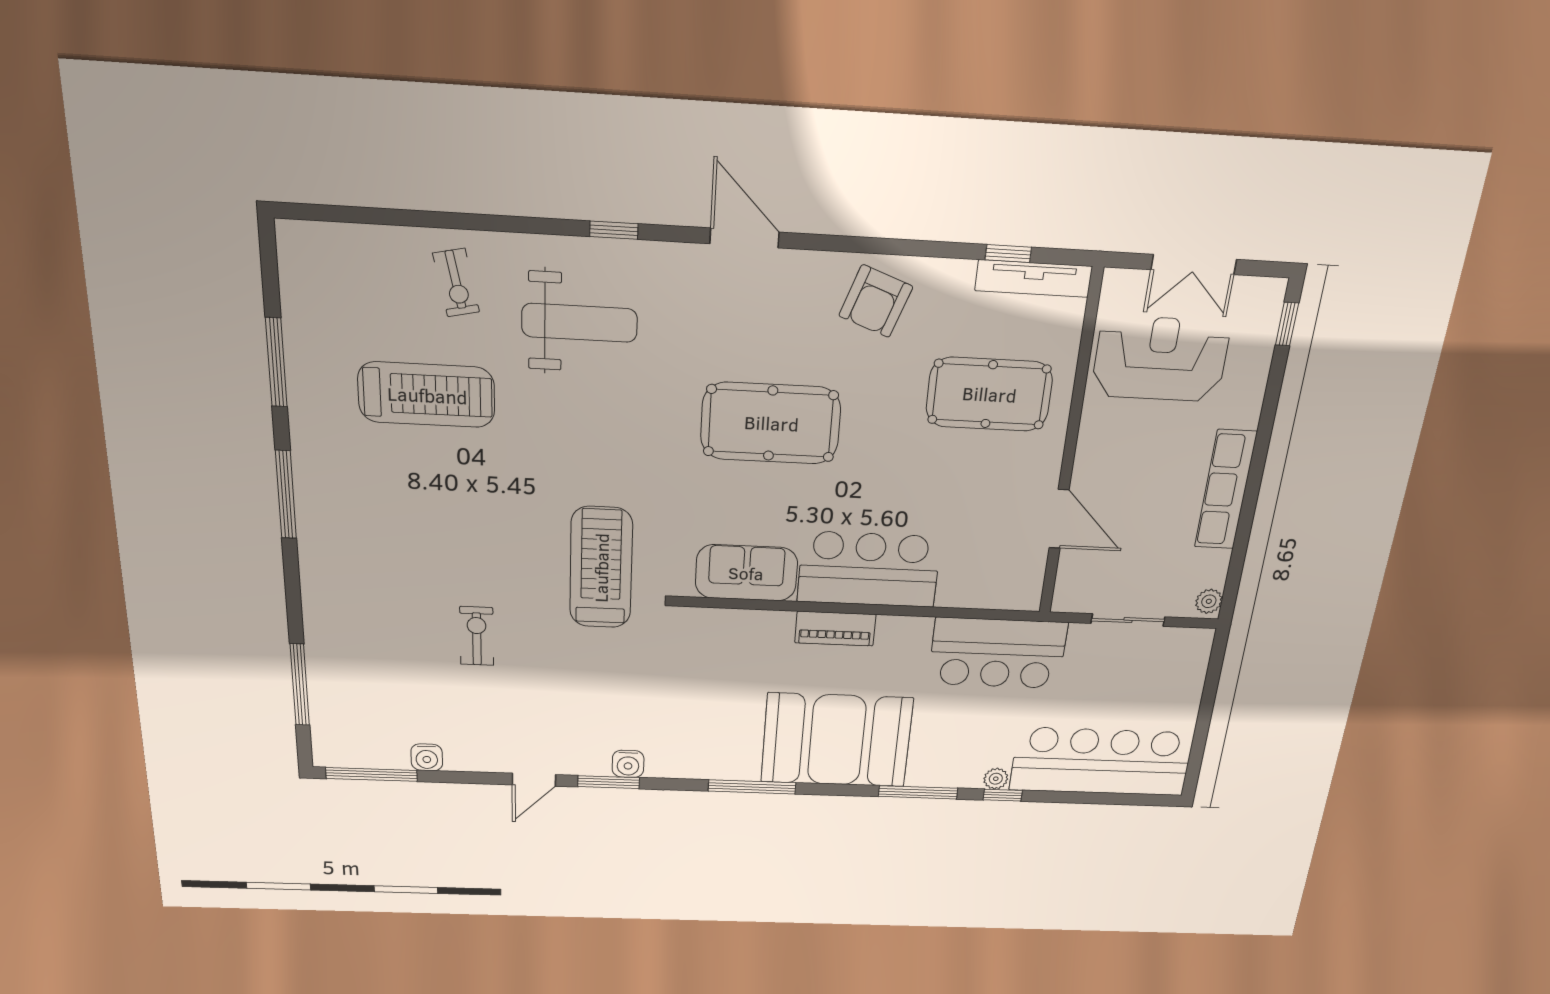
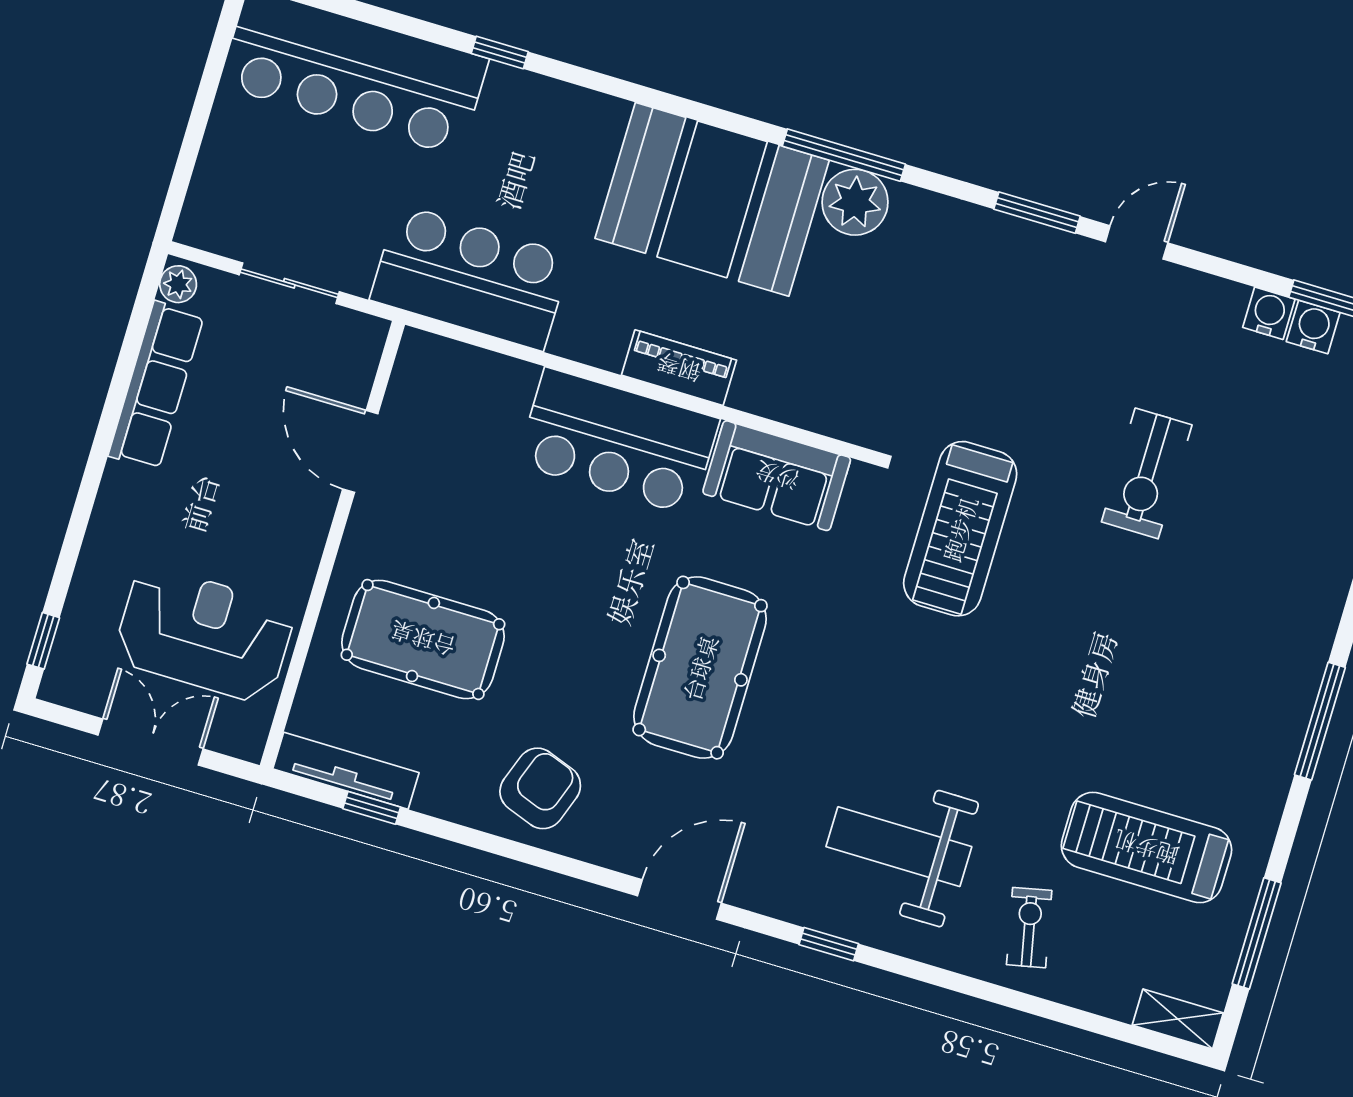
shelving: (311, 236) -> (1178, 1019), added
door: (744, 238) -> (679, 900), swing flipped
reception desk: (1161, 359) -> (204, 634), turned 180
window: (276, 362) -> (1257, 933), moved
treadmill: (427, 395) -> (1146, 848), moved
pool table: (771, 423) -> (700, 668), turned 90
row of seats: (1226, 490) -> (156, 386), moved
exercise bike: (477, 636) -> (1147, 473), width x1.38, depth x1.39
water cooler: (628, 764) -> (1313, 327), moved
plant: (996, 779) -> (855, 202), moved, width x1.88, depth x1.88
window: (918, 792) -> (617, 87), removed

